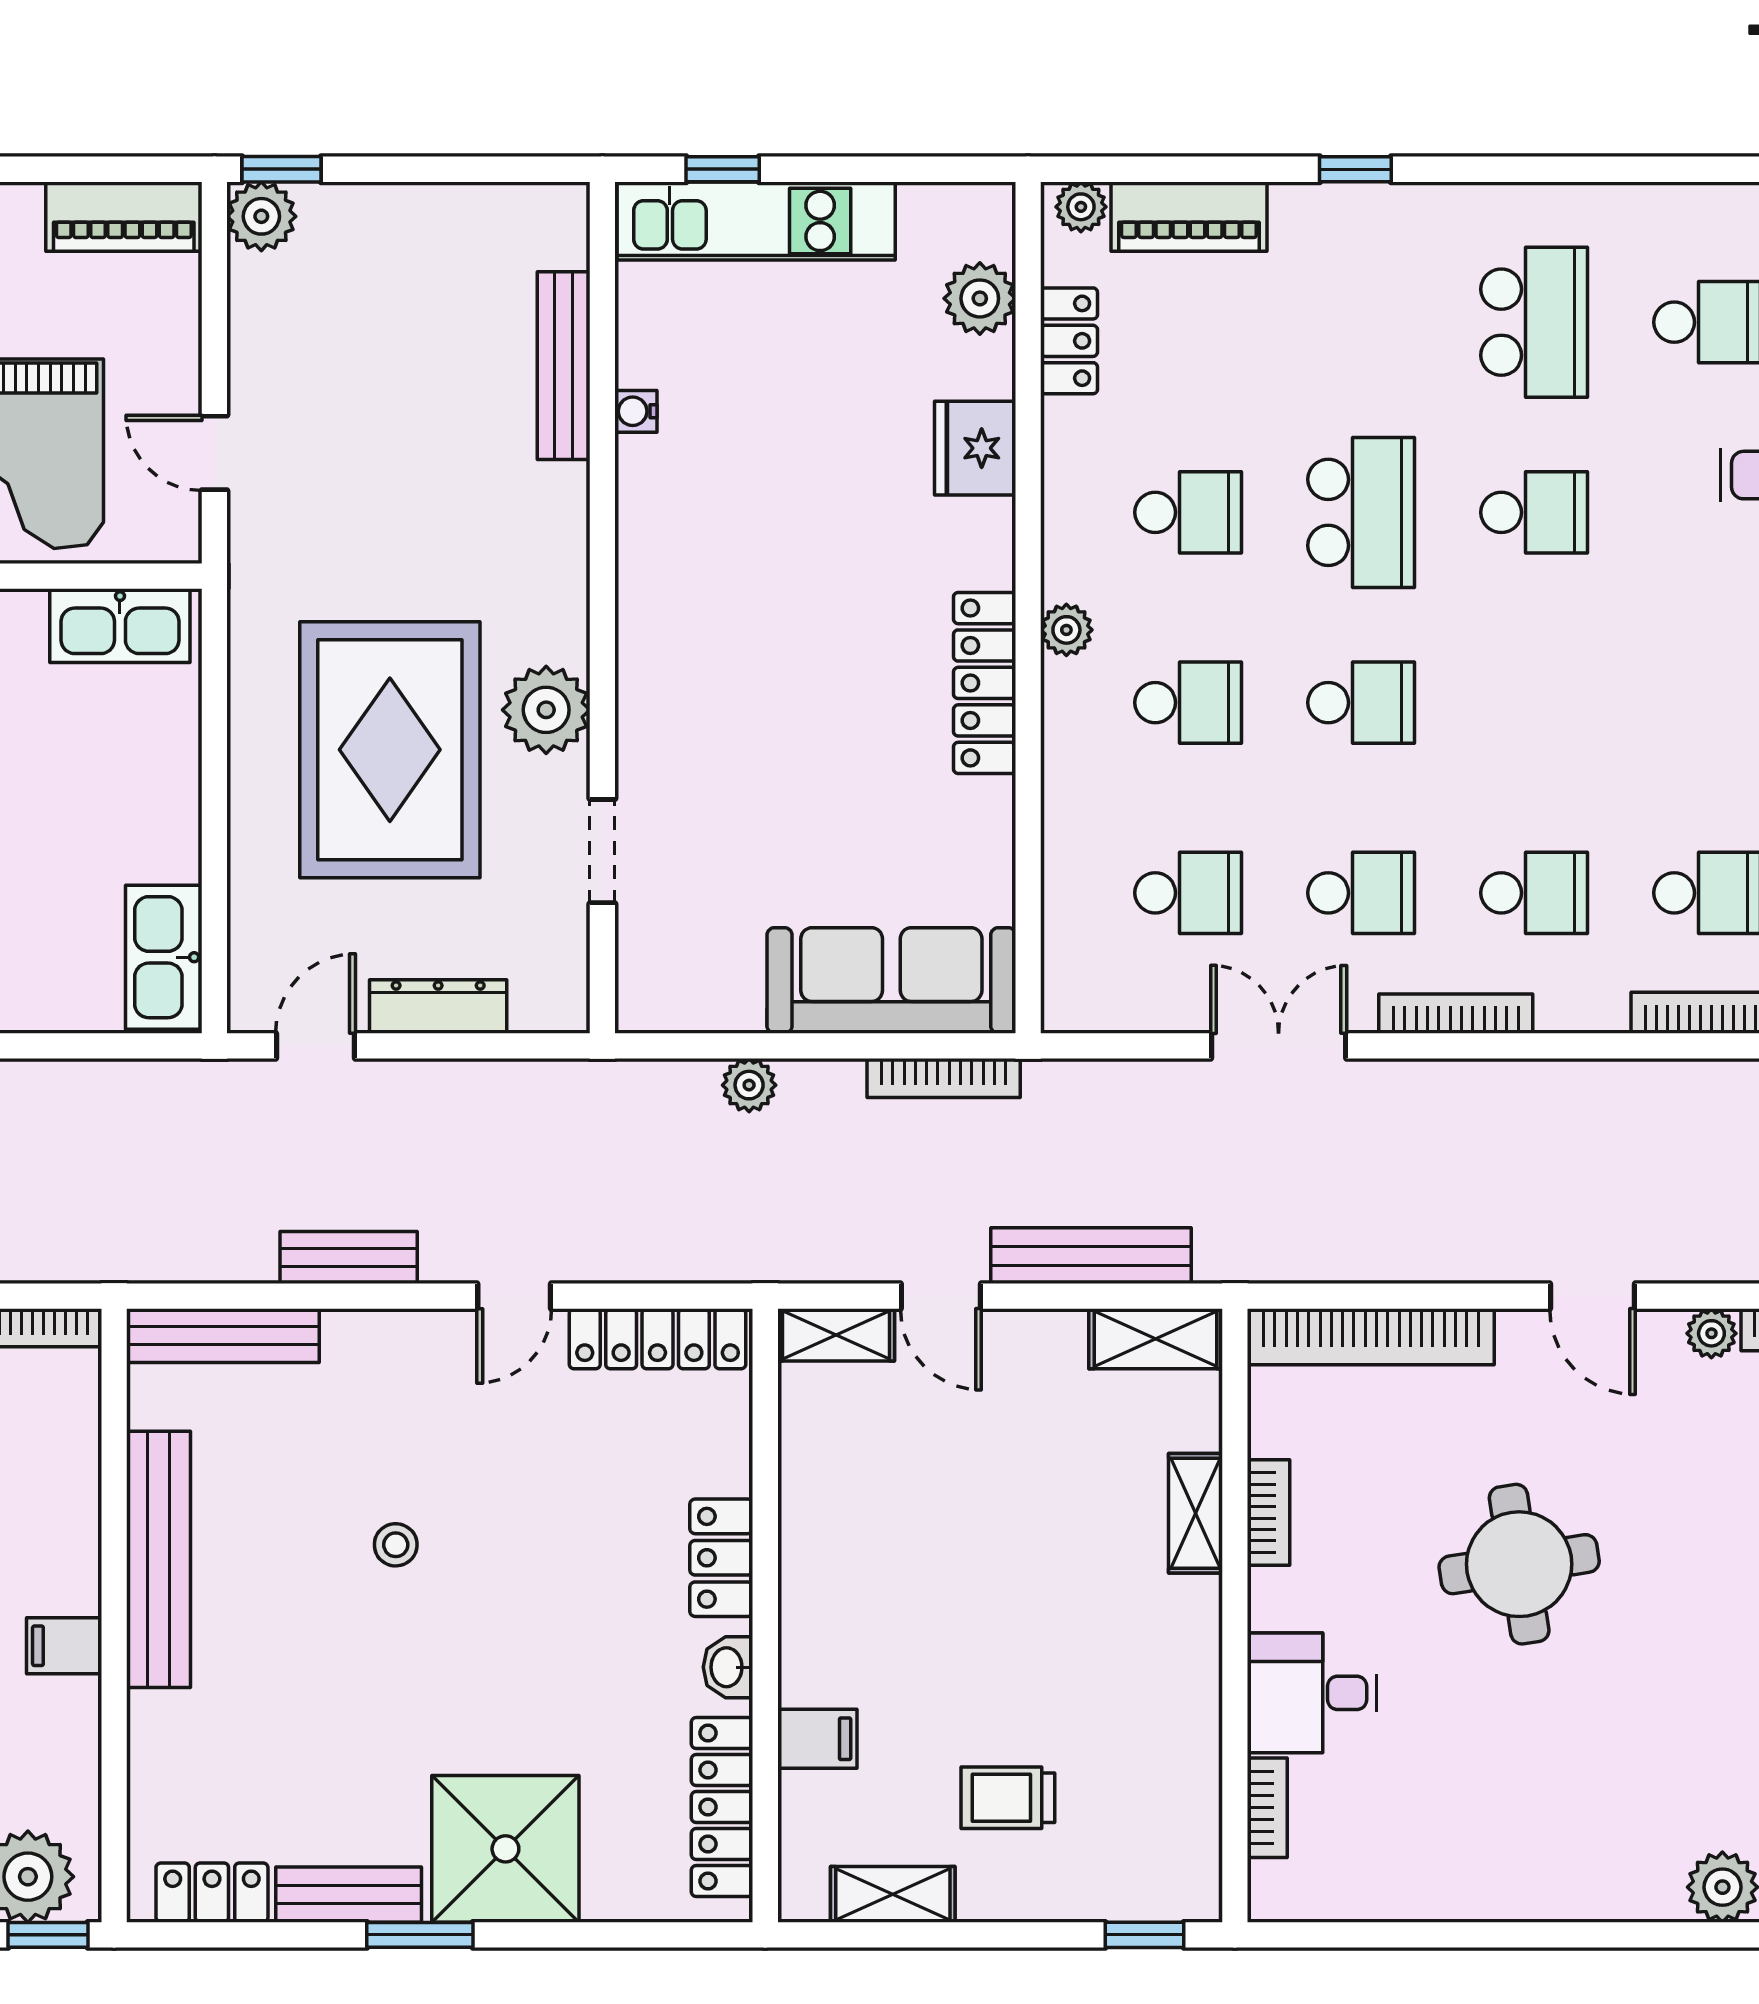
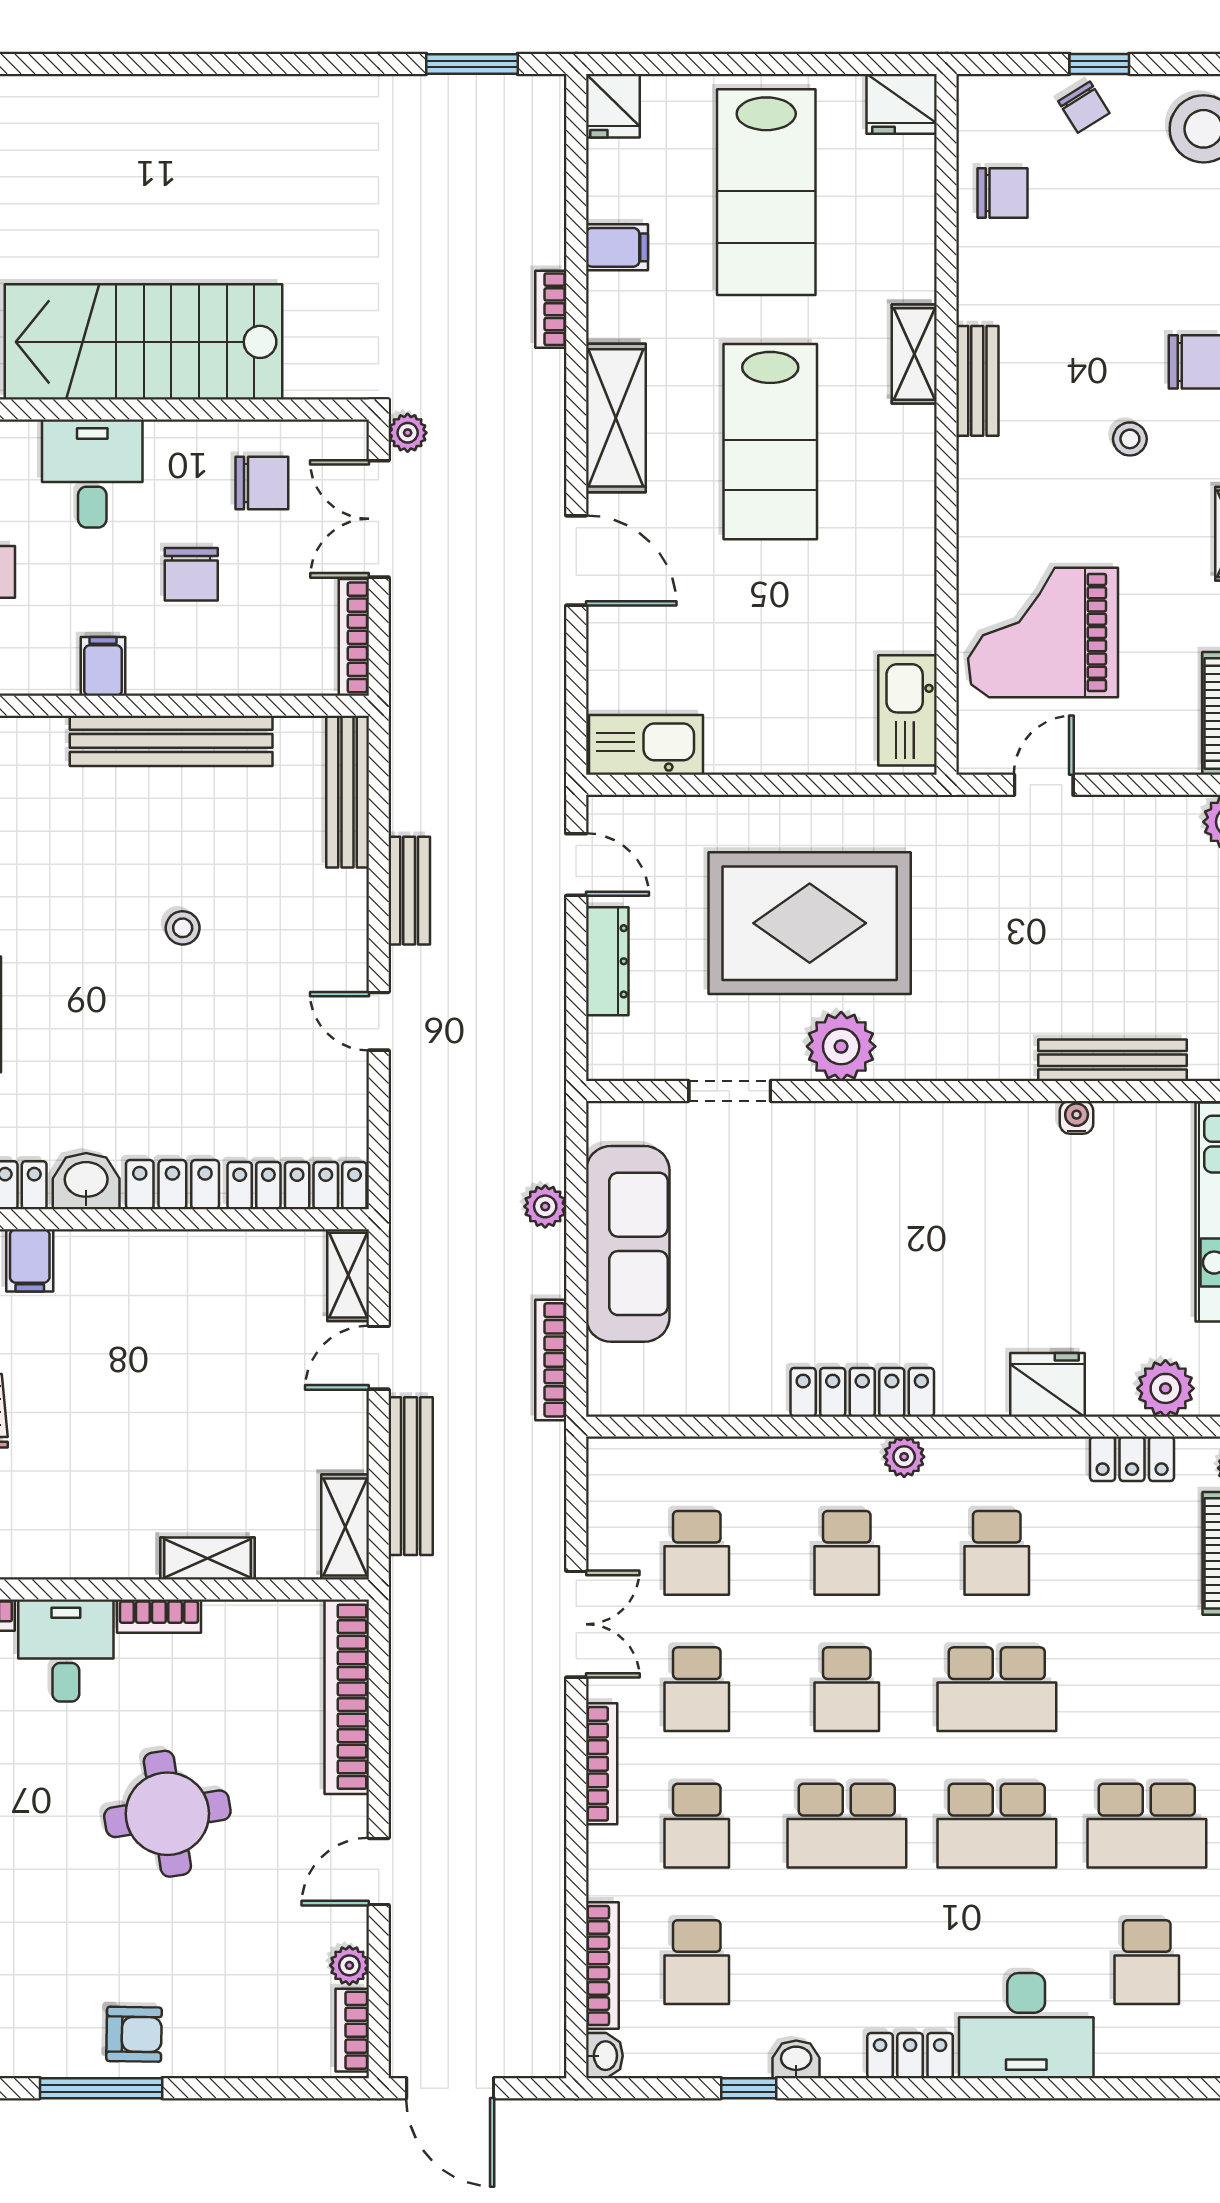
school desk: (1534, 512) -> (997, 1826), width x1.85
school desk: (1534, 703) -> (847, 1826), added
sofa: (891, 980) -> (628, 1244), moved
locker: (658, 1339) -> (297, 1186), moved, turned 90
bookcase: (1269, 1513) -> (159, 1616), moved
washbasin: (728, 1667) -> (86, 1181), width x1.38, depth x1.45

